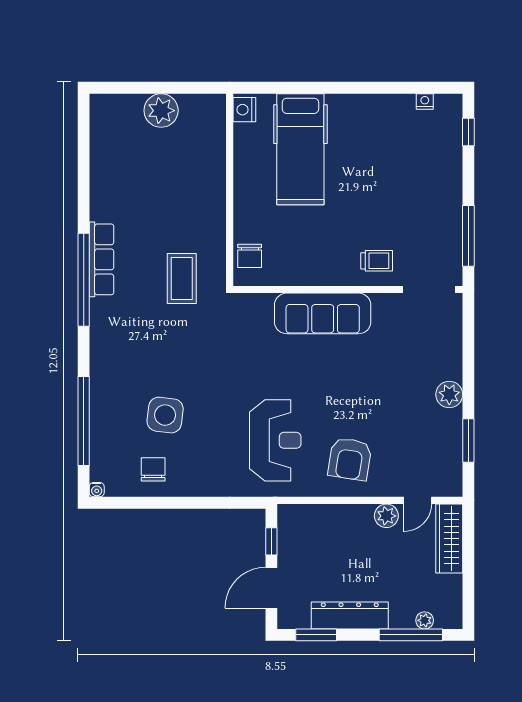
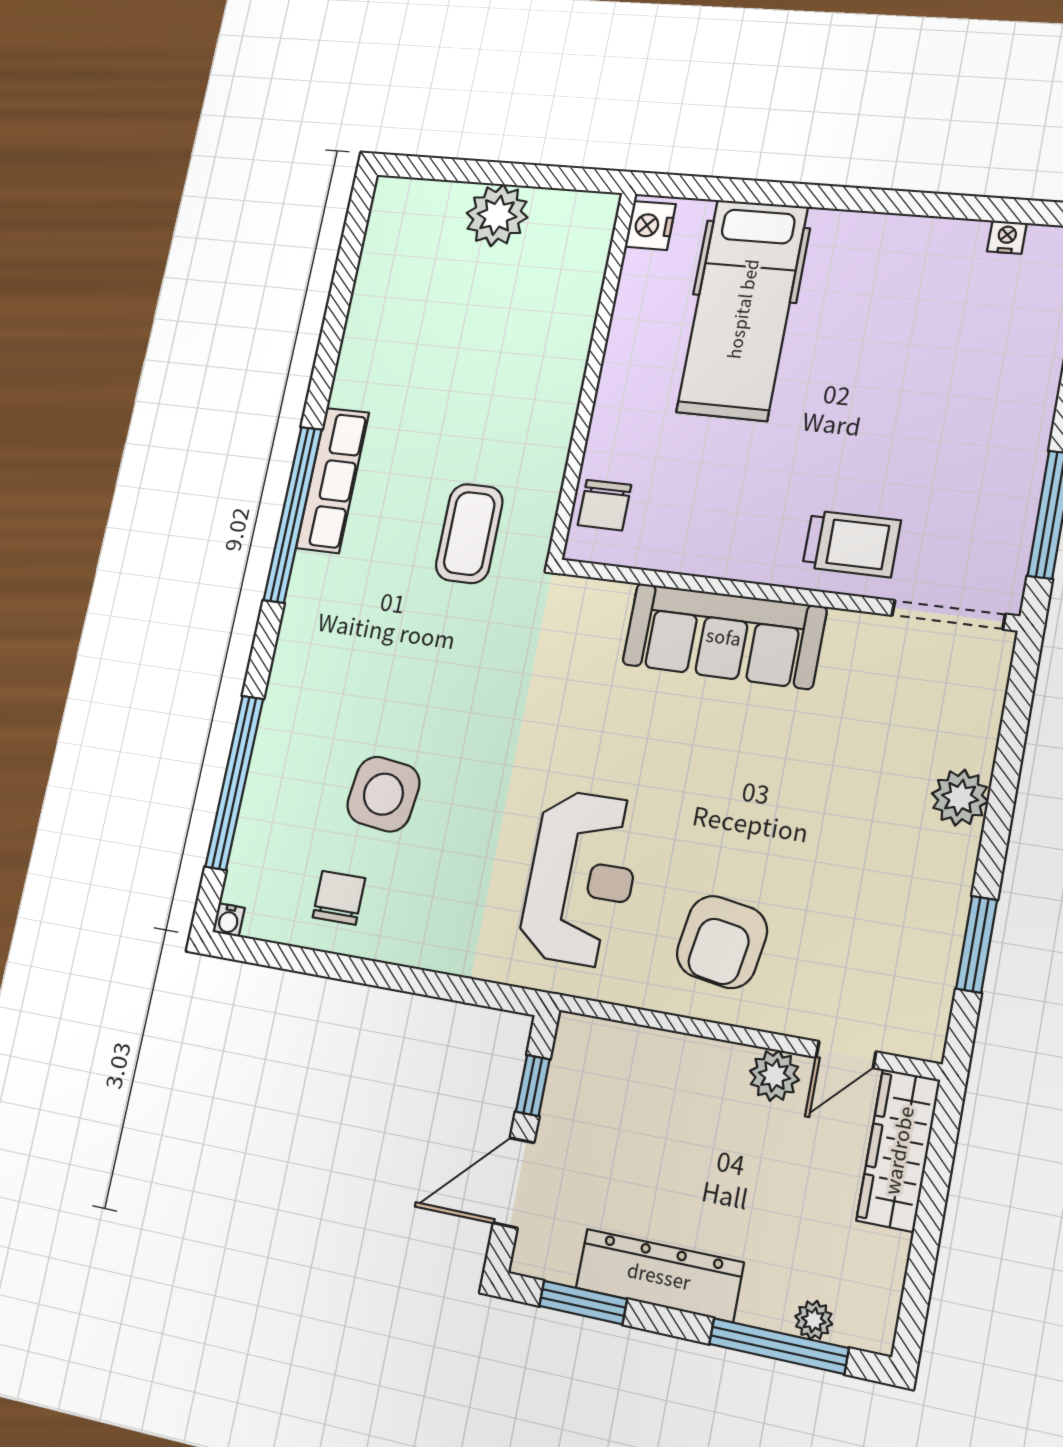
trolley: (377, 261) -> (851, 544), width x1.36, depth x1.39
plant: (449, 394) -> (960, 798), moved

